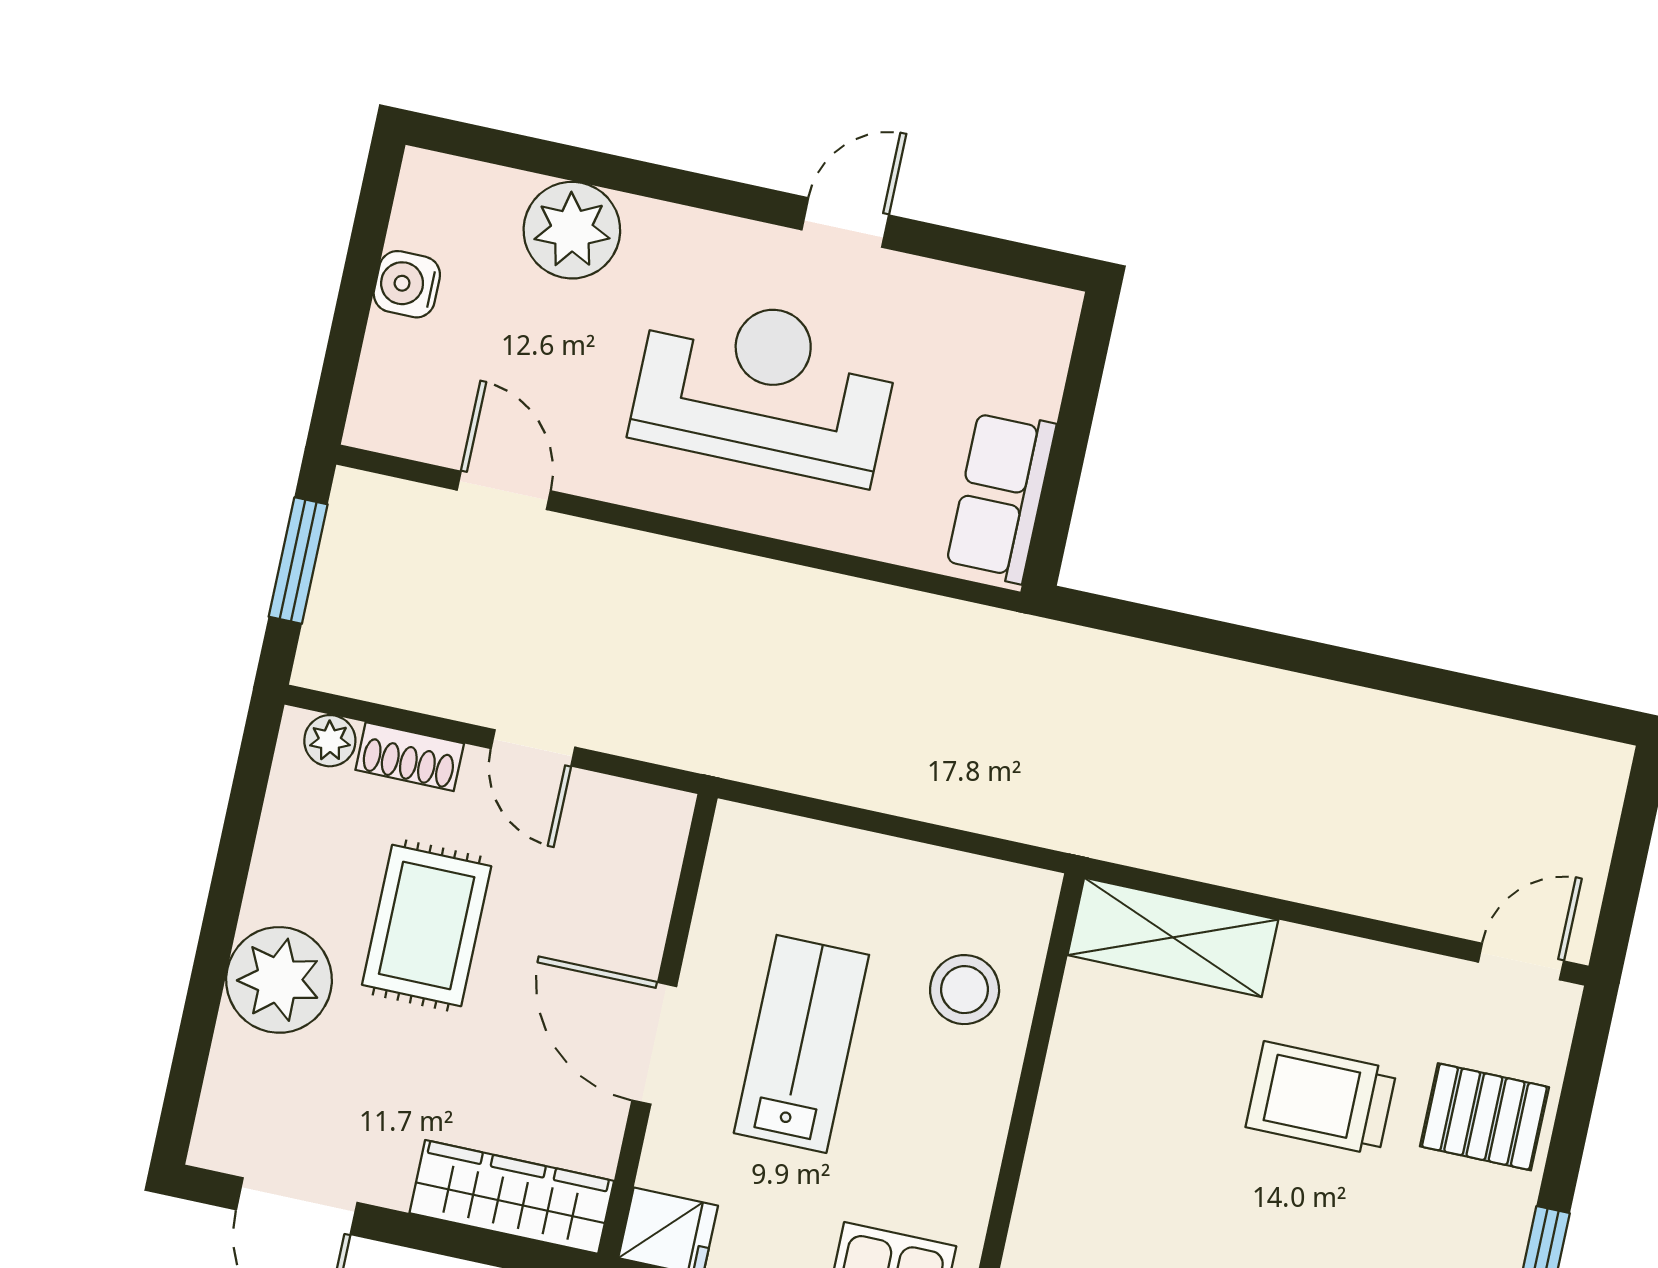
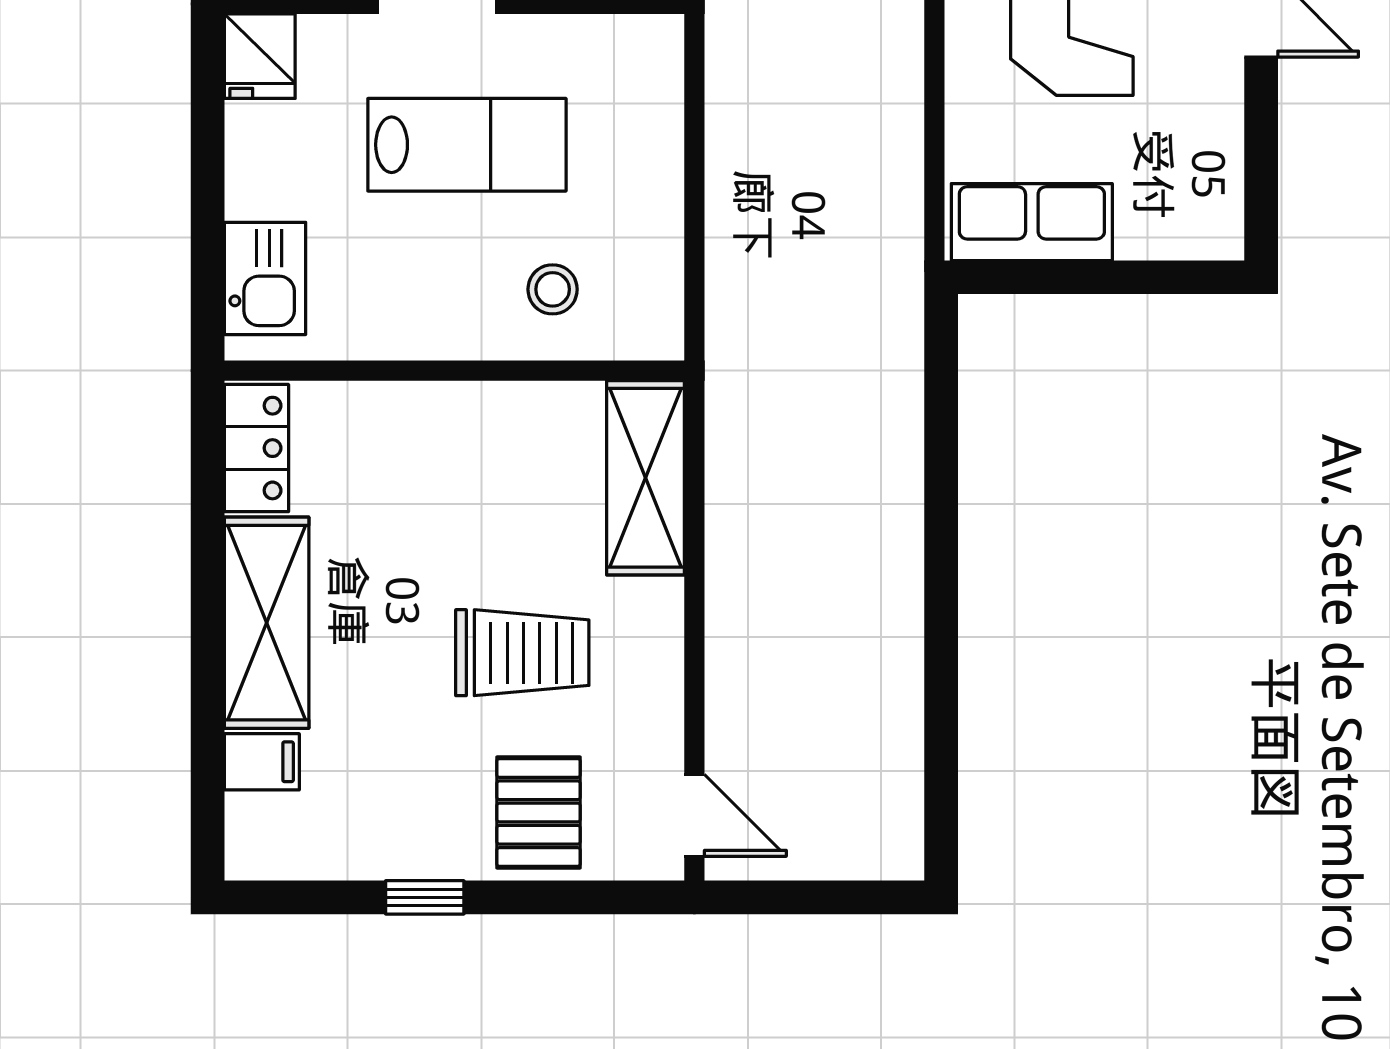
stool: (965, 990) -> (553, 289), width x0.73, depth x0.73
trolley: (1321, 1098) -> (522, 653), turned 90

